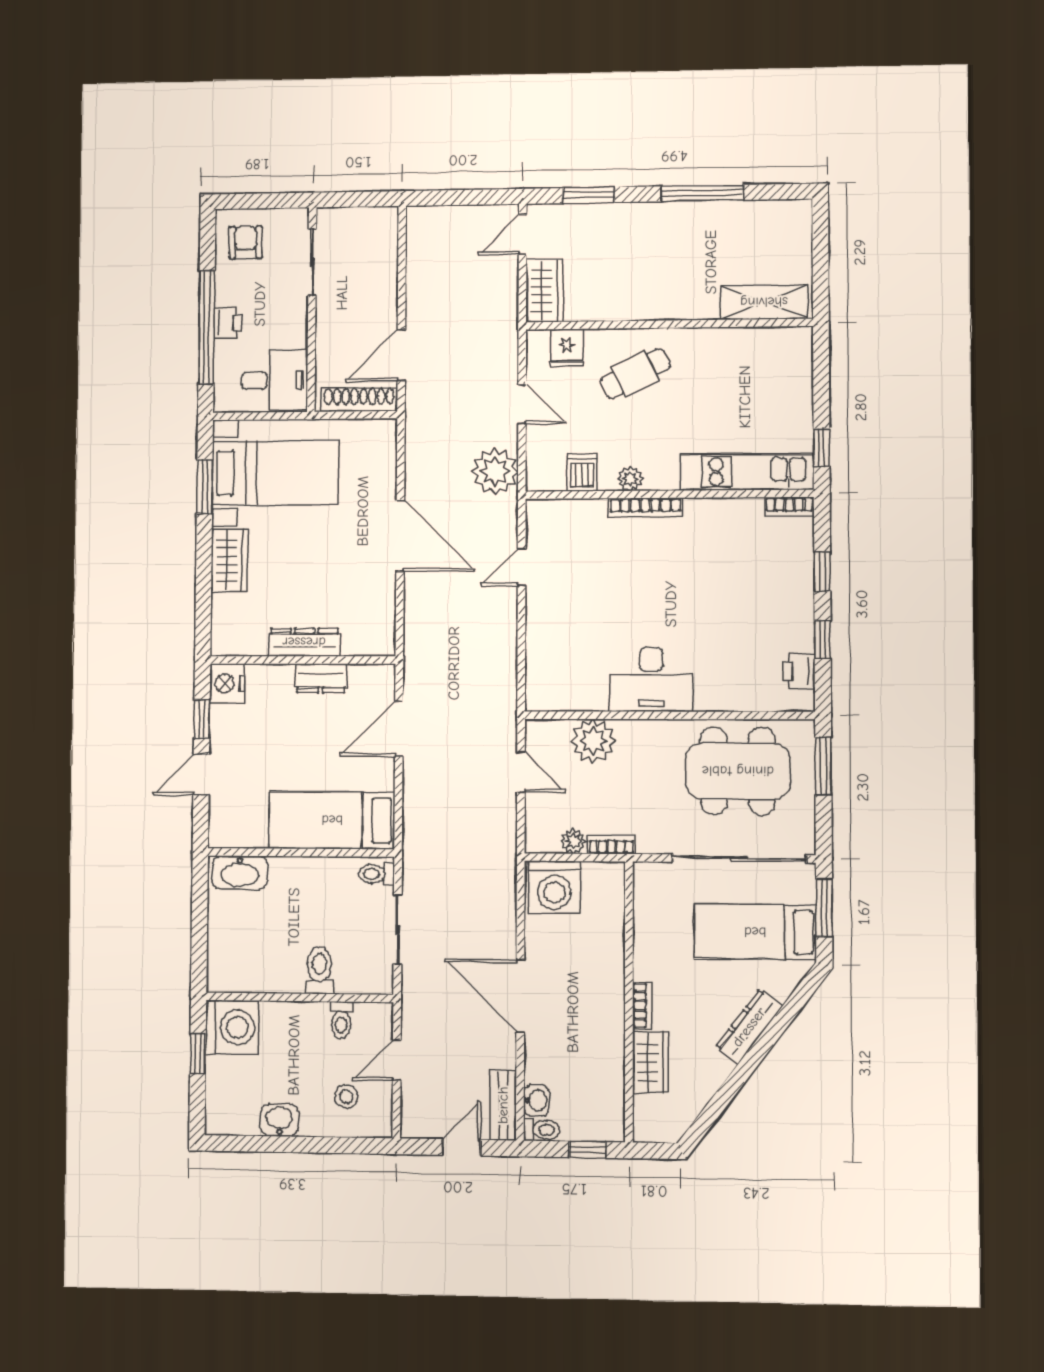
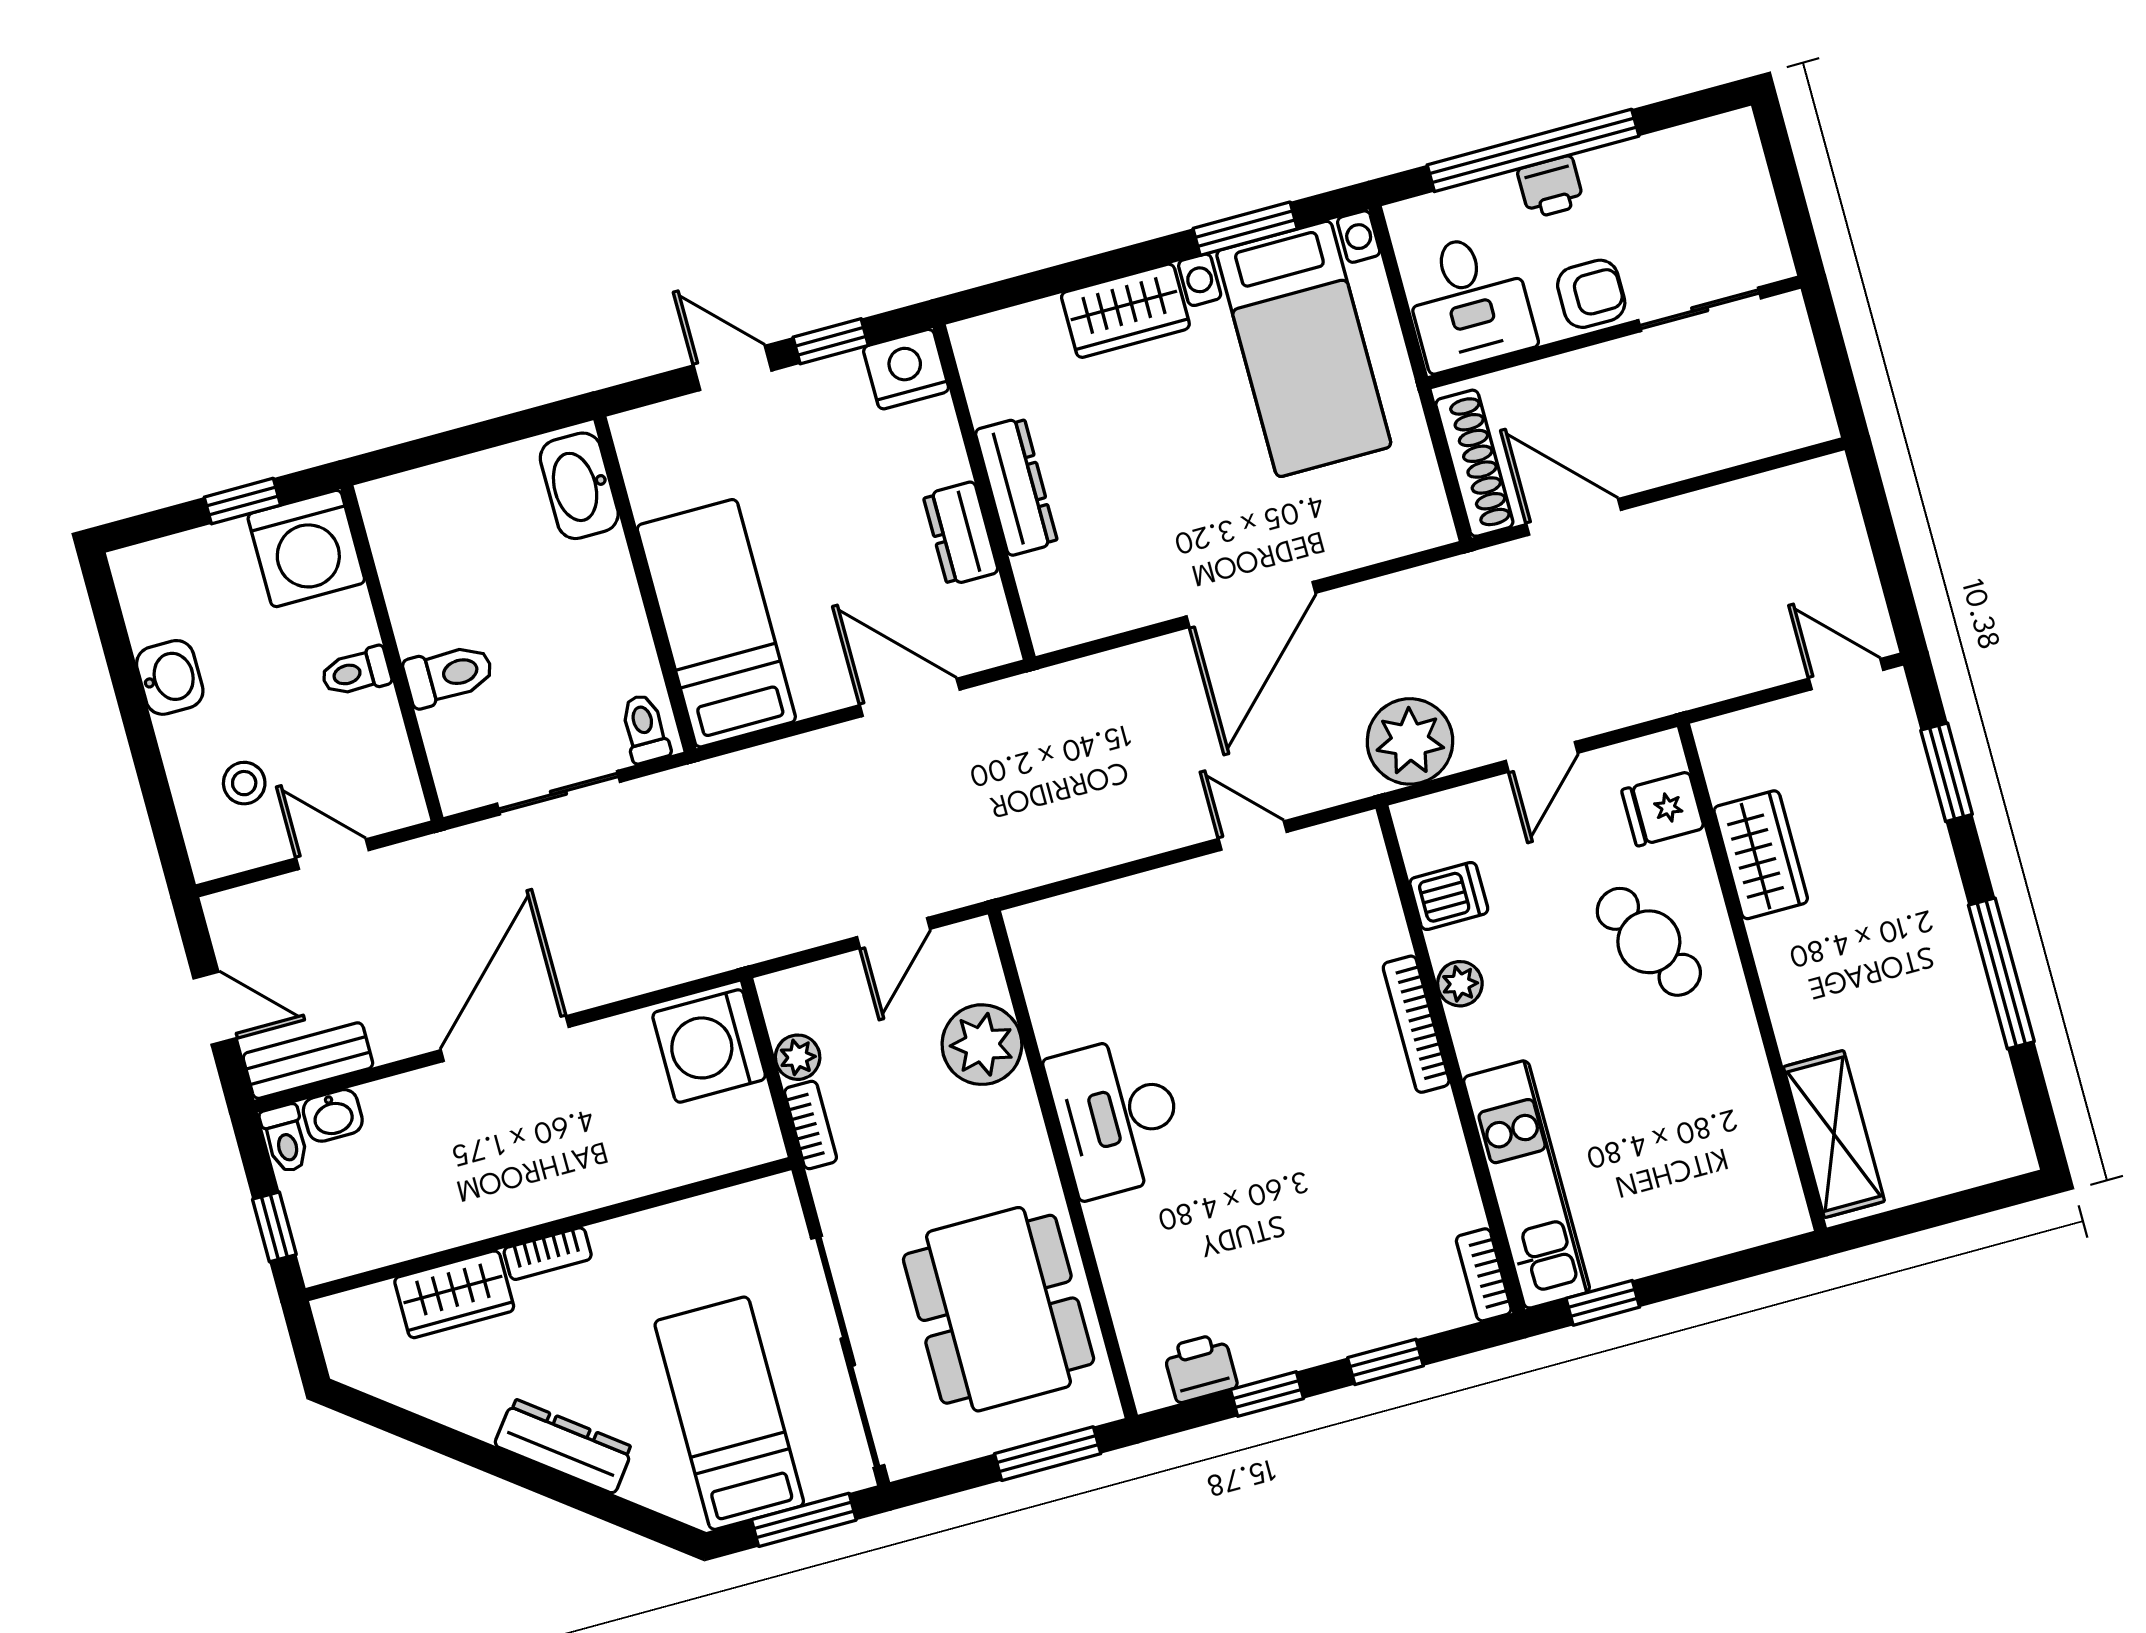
armchair: (246, 242) -> (1591, 294), moved
wardrobe: (545, 291) -> (1761, 855), moved, turned -90
toilet: (341, 1020) -> (356, 672), moved

